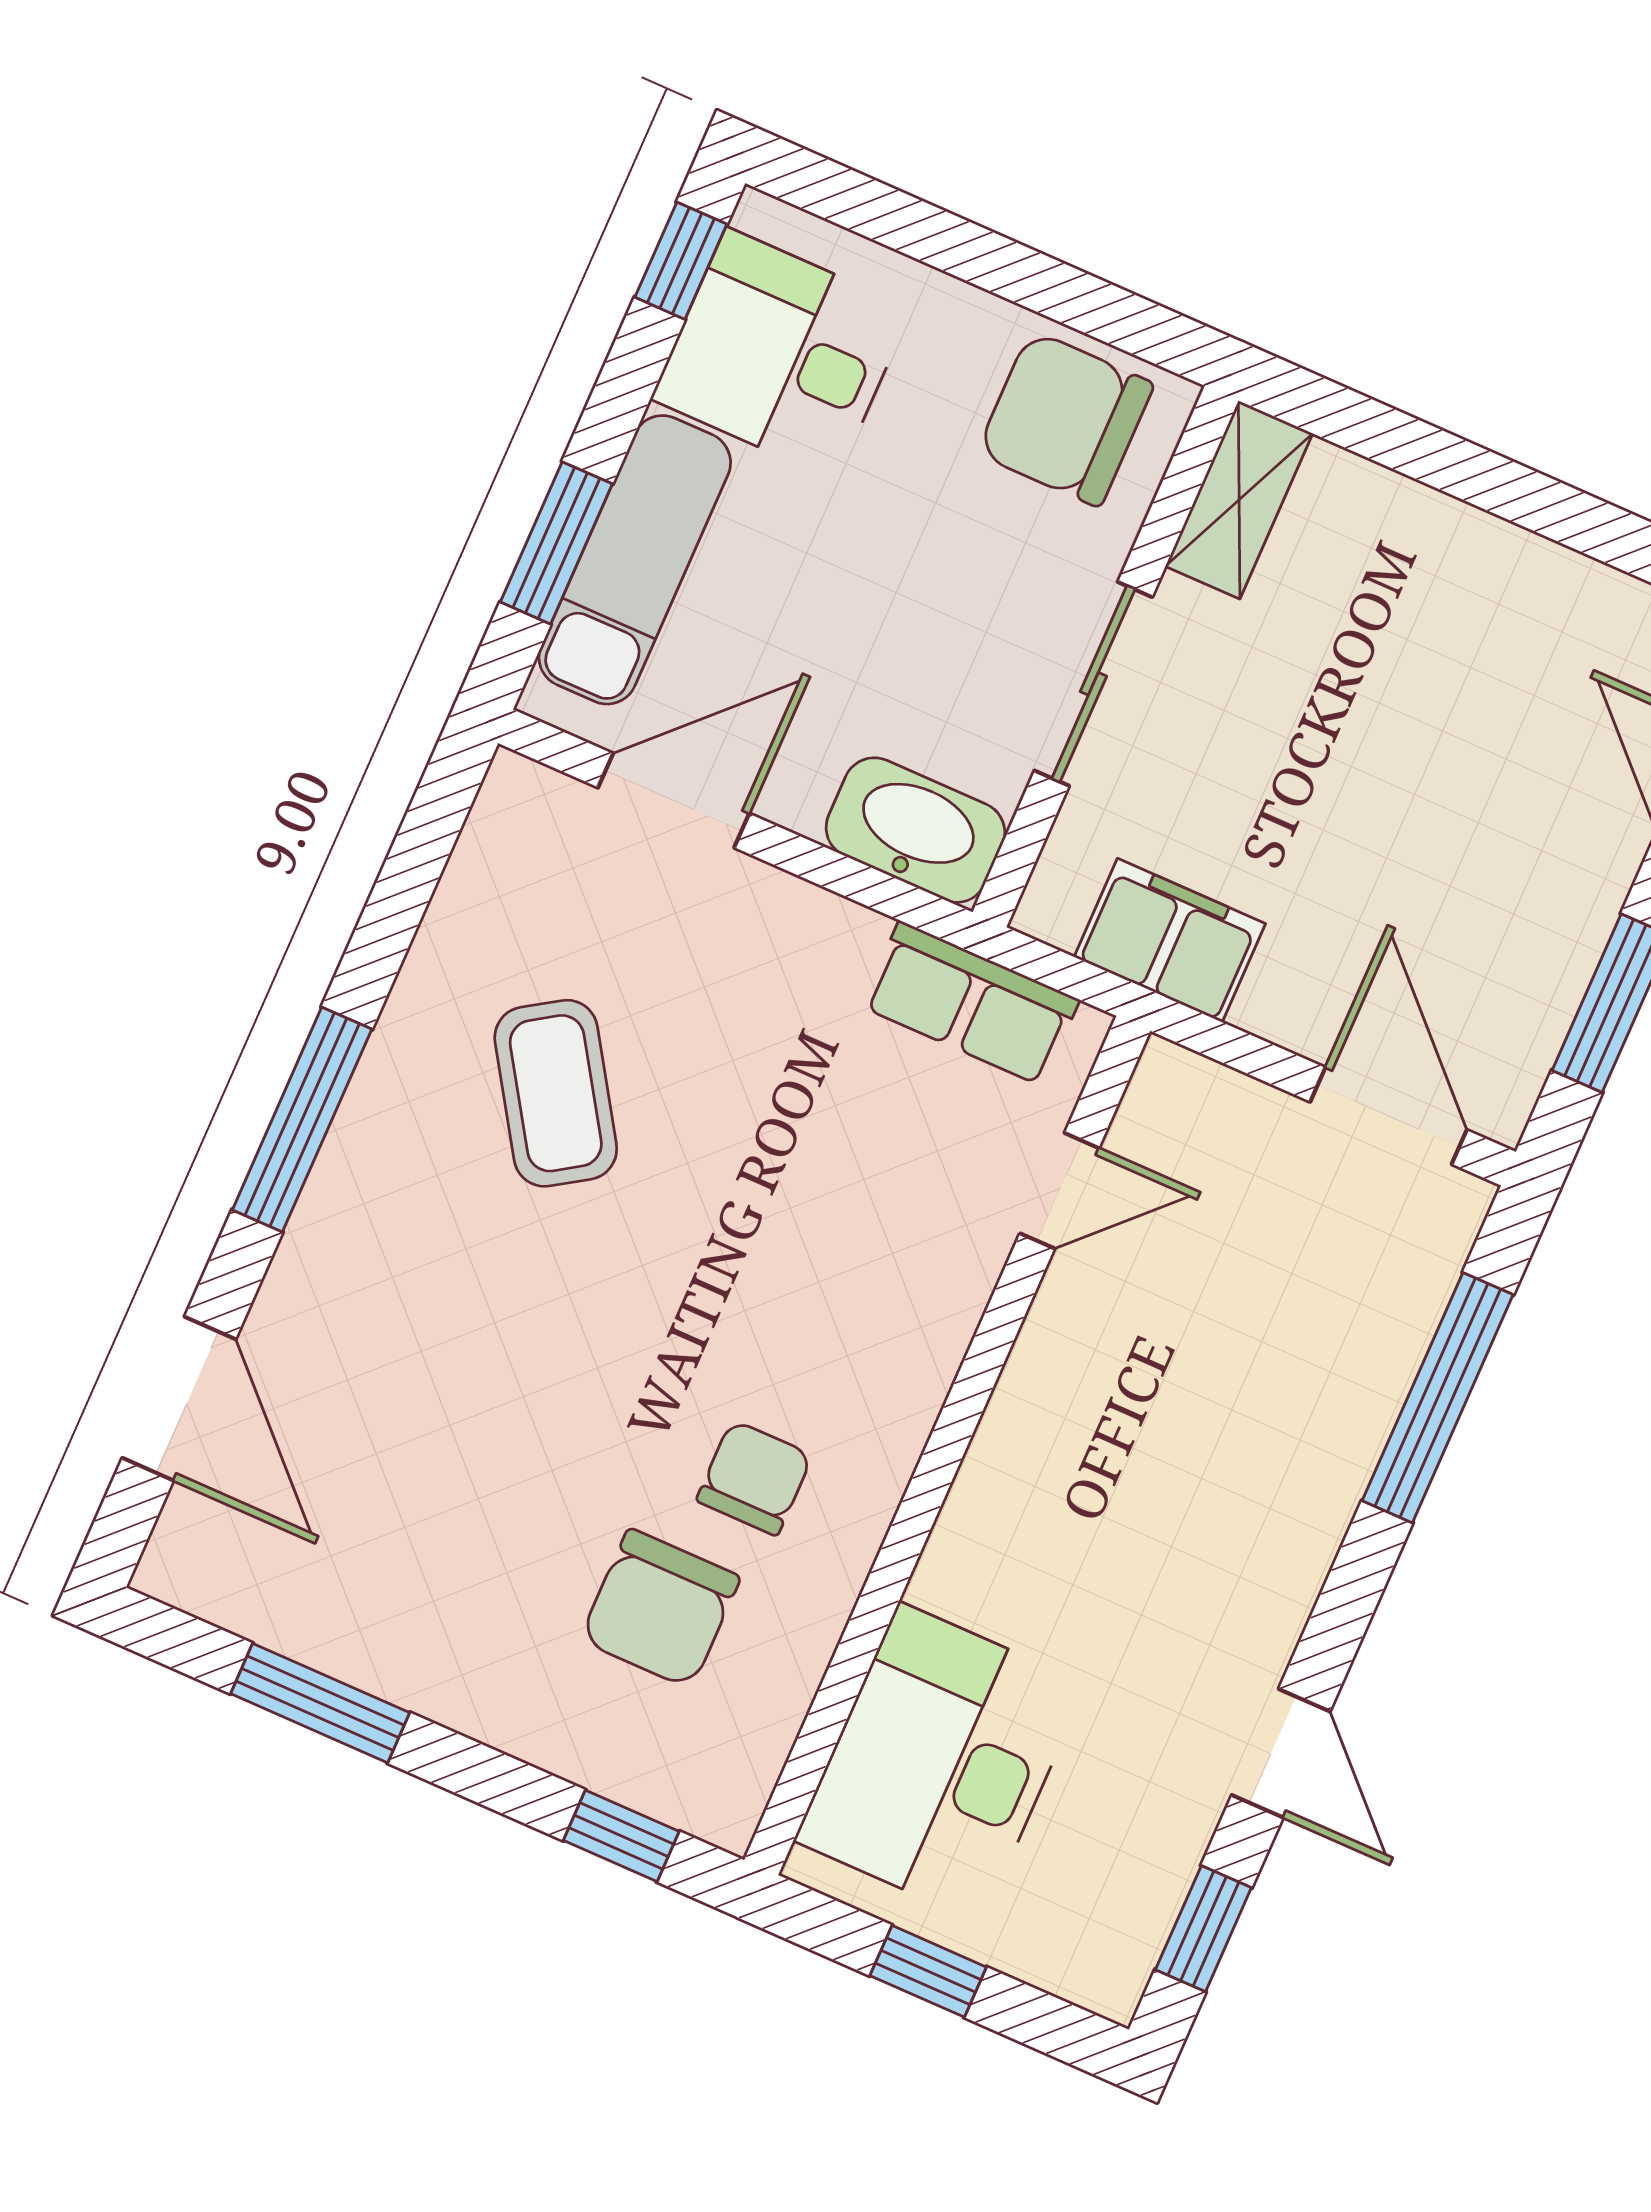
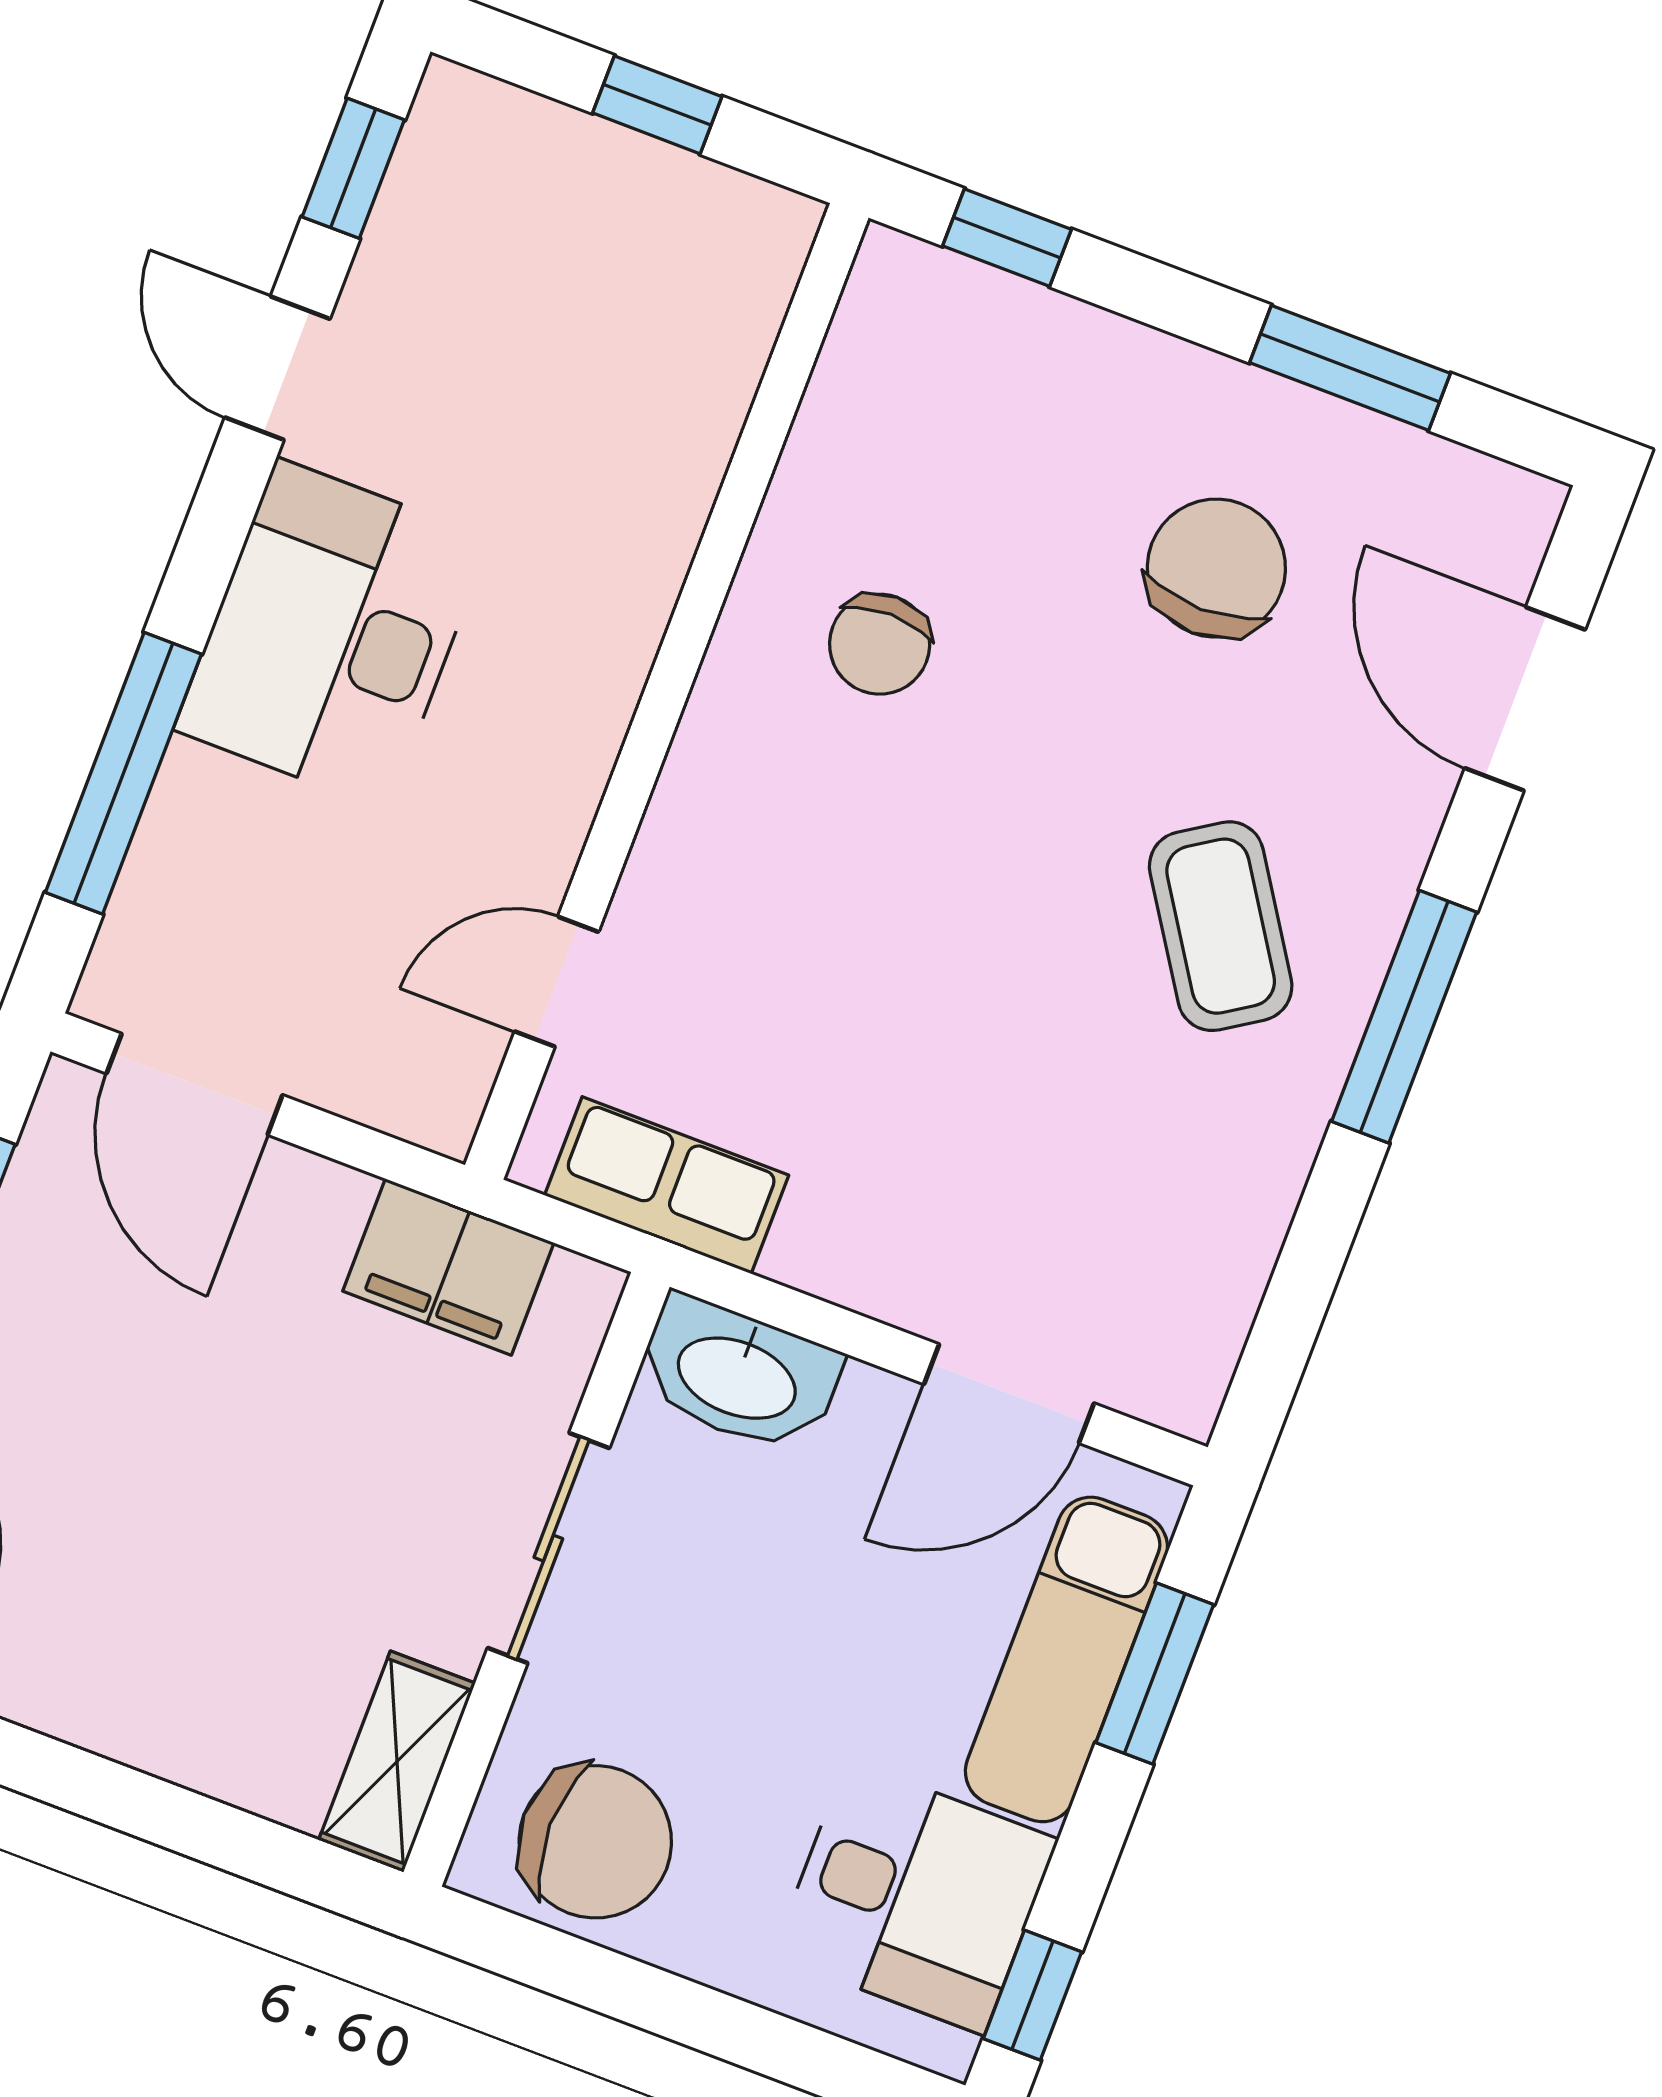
coffee table: (556, 1093) -> (1221, 926), moved
chair: (660, 1608) -> (1216, 568), moved
desk: (940, 1762) -> (332, 634), moved, turned 180

